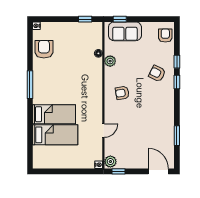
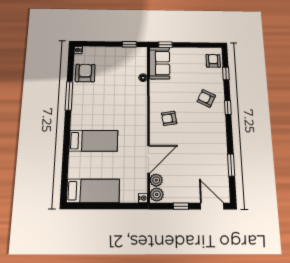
sofa: (125, 31) -> (160, 63), moved, turned -90
plant: (110, 61) -> (156, 180), moved
window: (177, 62) -> (226, 73), moved
window: (30, 85) -> (69, 96), moved
door: (103, 131) -> (149, 159), width x1.87
bed: (55, 135) -> (93, 191), moved
window: (119, 171) -> (181, 206), moved

